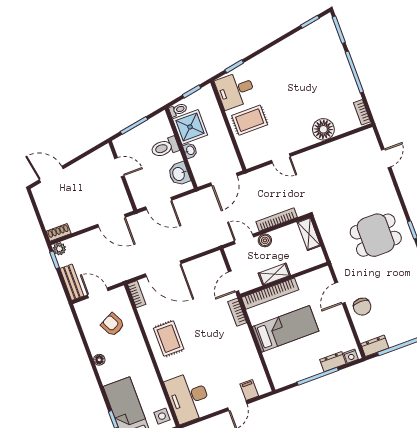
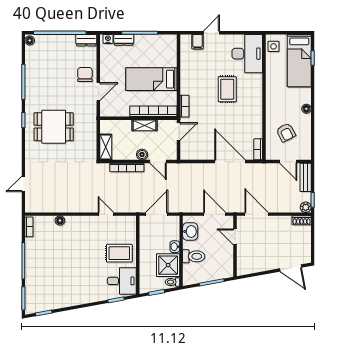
floor lamp: (323, 129) -> (60, 221), width x0.53, depth x0.53
door: (119, 167) -> (235, 237), moved
rug: (169, 339) -> (227, 89), moved

